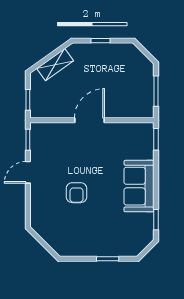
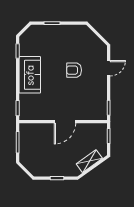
door: (28, 172) -> (109, 68), moved
armchair: (76, 193) -> (74, 70), turned -90

